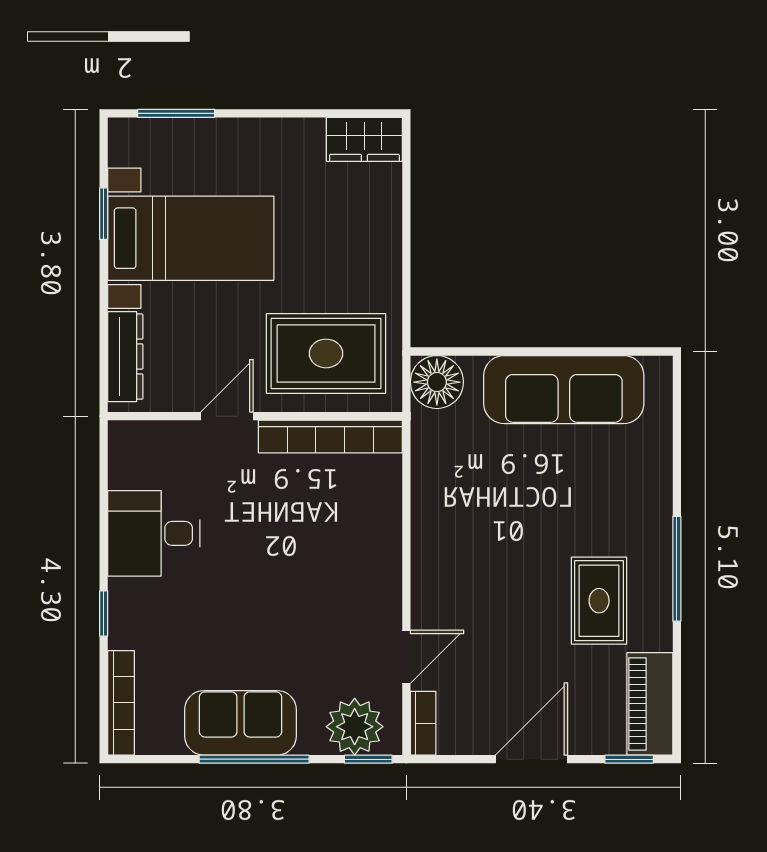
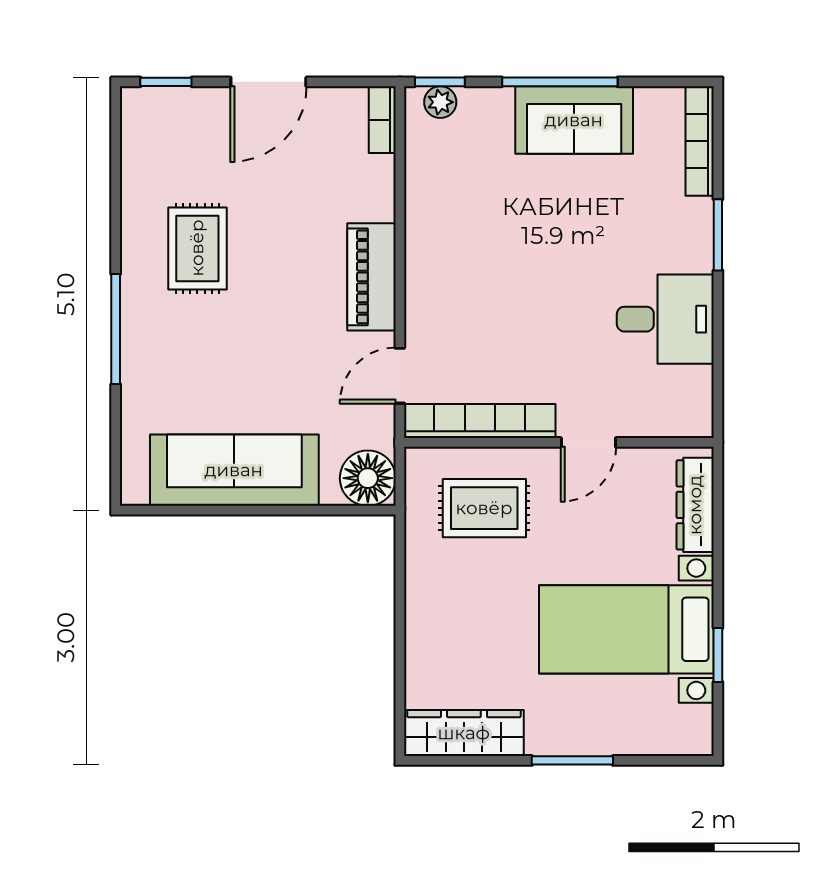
window: (176, 113) -> (572, 760), moved
wardrobe: (364, 139) -> (464, 733), width x1.50
rug: (326, 353) -> (484, 508), width x0.73, depth x0.70
window: (677, 569) -> (116, 329), moved
window: (104, 614) -> (718, 235), width x1.50
door: (406, 657) -> (400, 376), moved
piano: (650, 704) -> (372, 277), moved, turned 180
plant: (355, 727) -> (440, 102), width x0.53, depth x0.53

